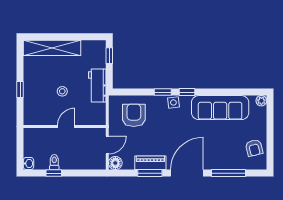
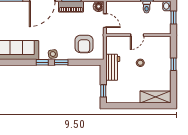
shelving: (52, 48) -> (155, 97), width x0.68
door: (107, 145) -> (105, 21), swing flipped
window: (20, 149) -> (173, 17), added

